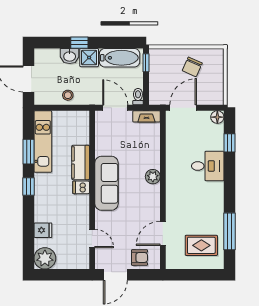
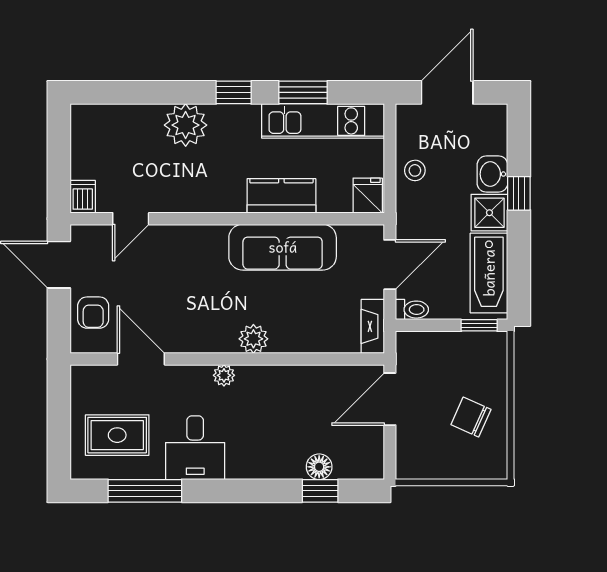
door: (183, 108) -> (390, 399), swing flipped
floor lamp: (217, 117) -> (319, 467), moved
desk: (208, 166) -> (195, 448), moved
sofa: (106, 183) -> (283, 247), moved
dishwasher: (81, 187) -> (83, 197), moved
plant: (171, 191) -> (224, 375), added
fridge: (43, 230) -> (368, 196), moved, turned 180
rug: (201, 245) -> (117, 435), turned 90
plant: (45, 258) -> (186, 125), moved

